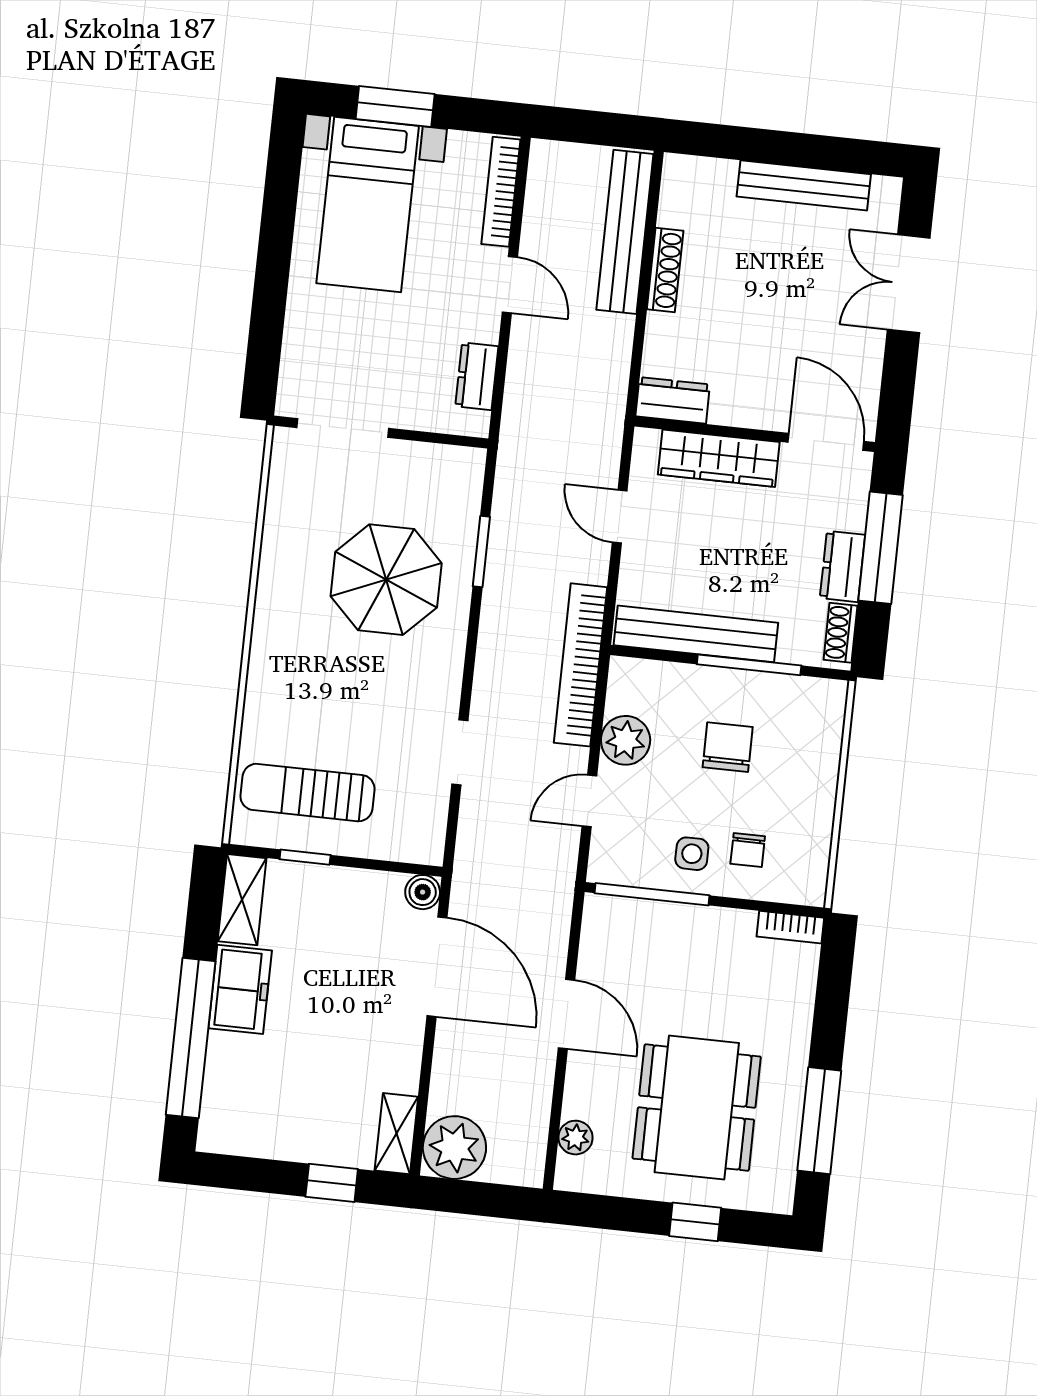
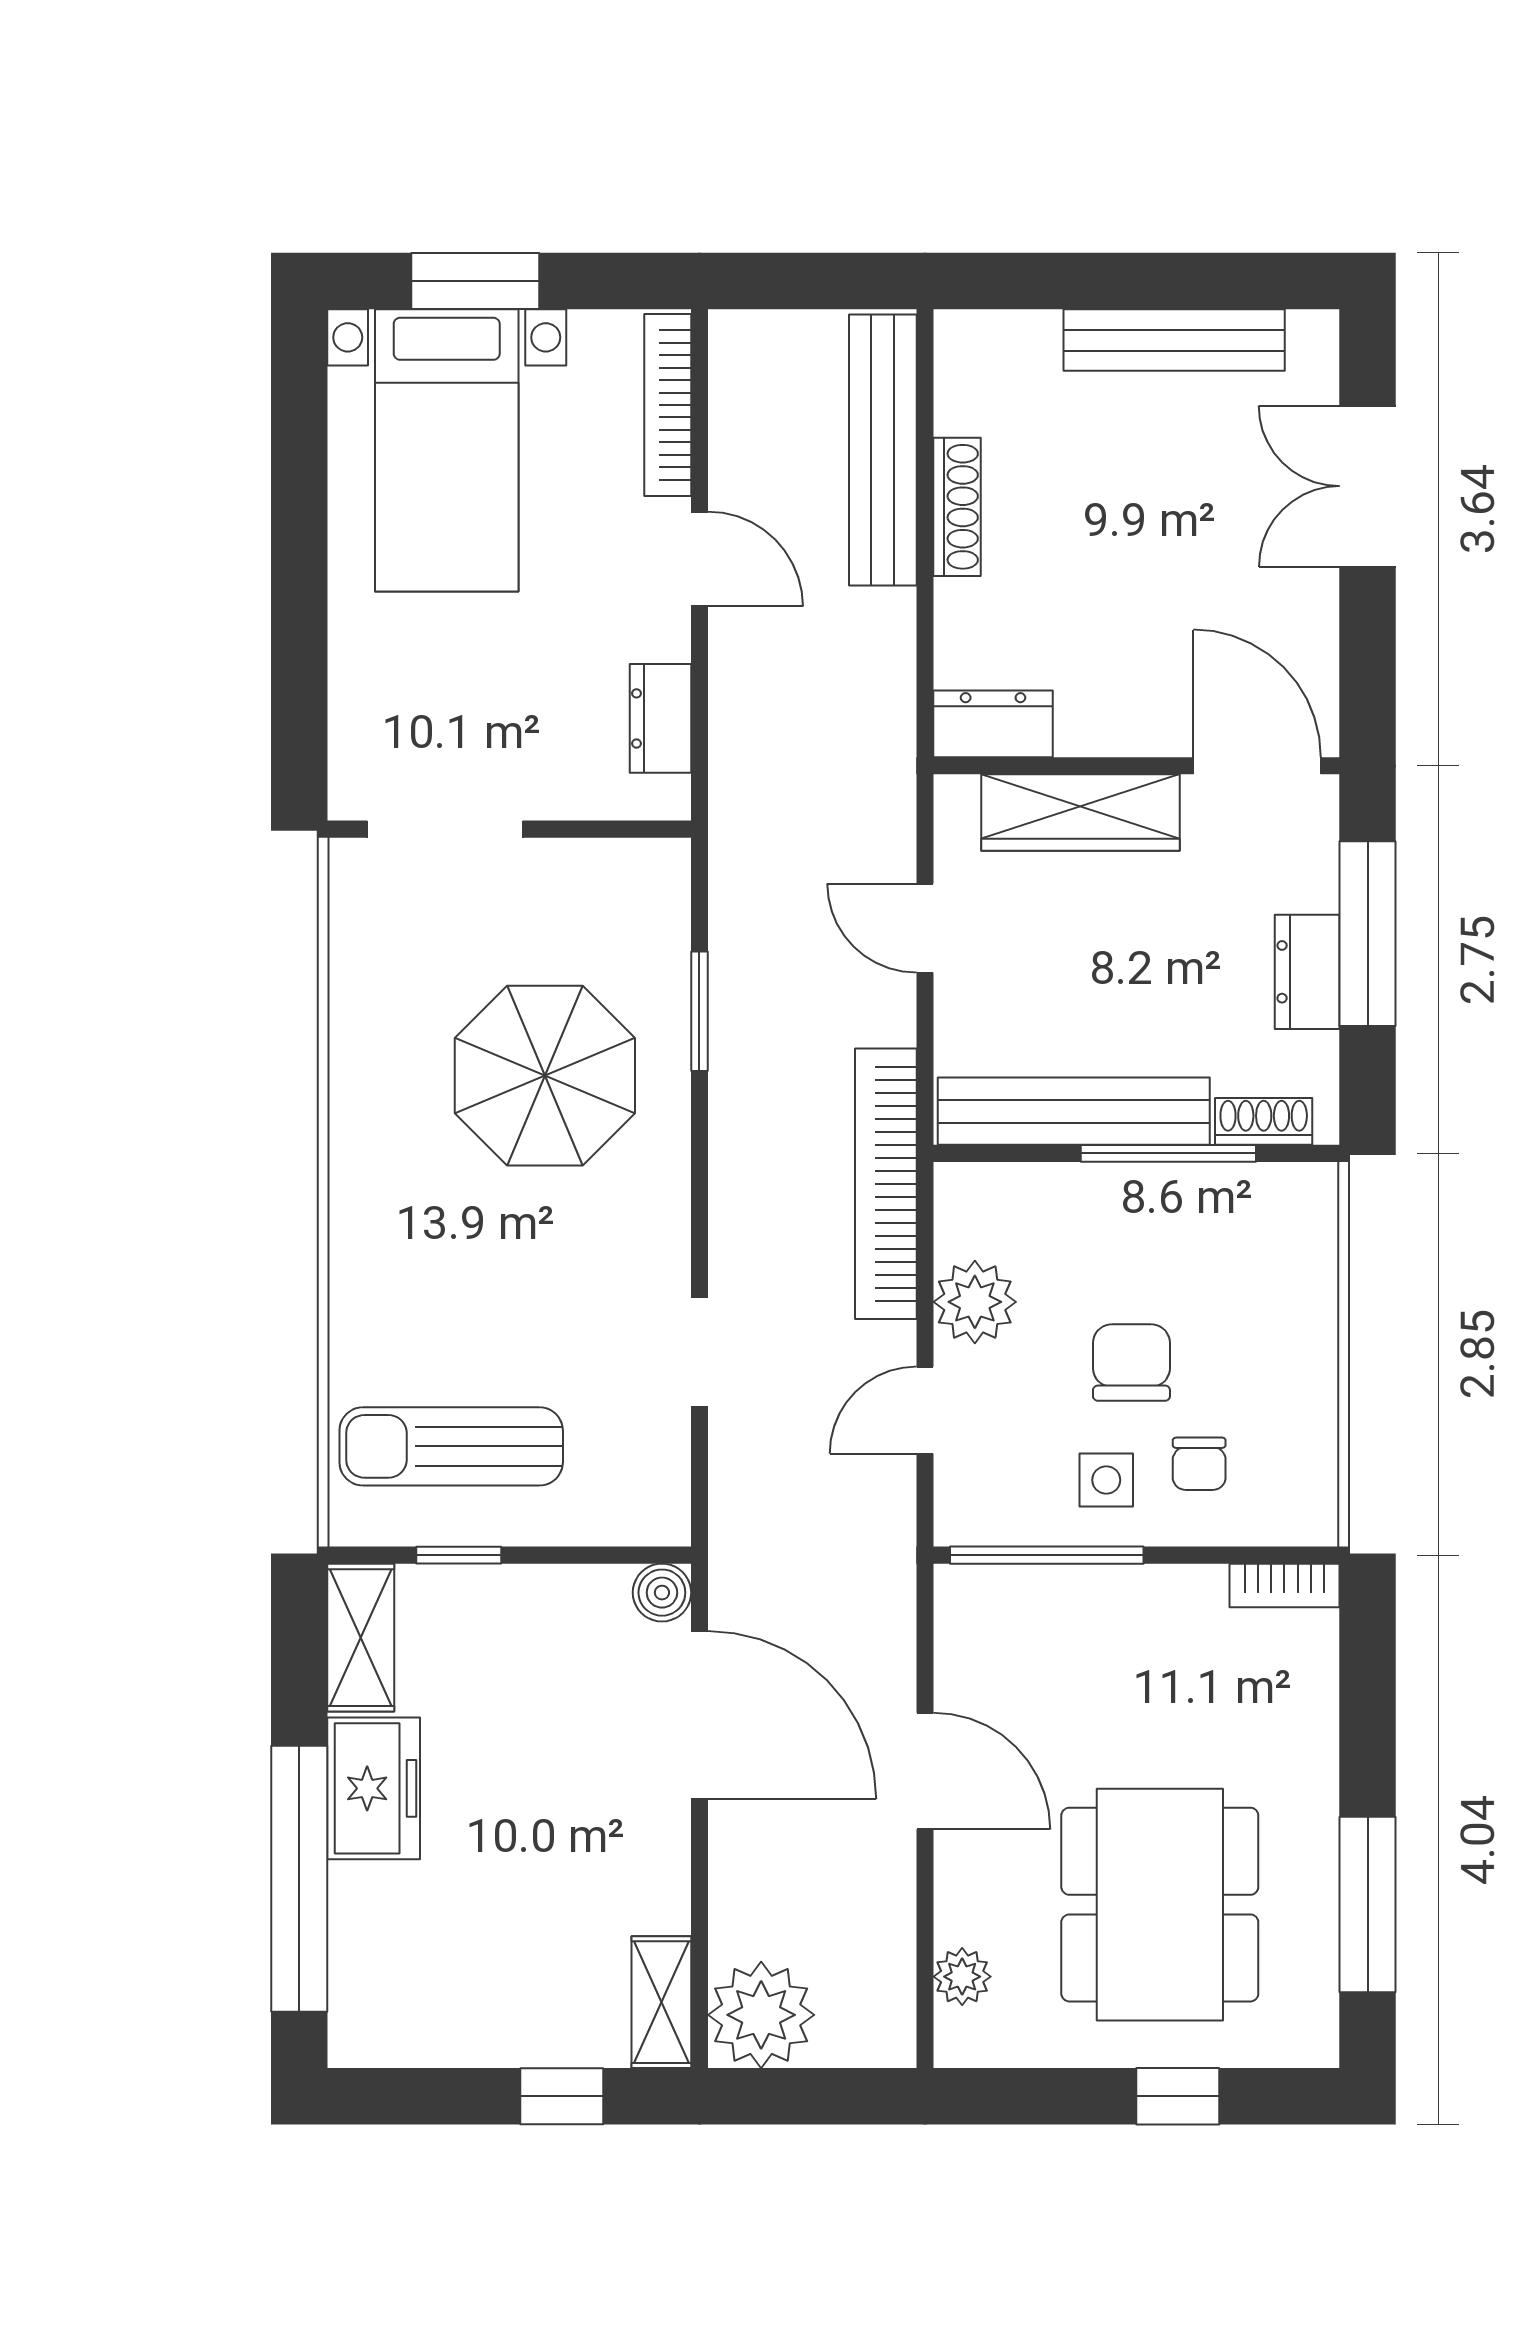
shoe rack: (841, 633) -> (1264, 1121), moved, turned 90
chair: (728, 747) -> (1131, 1362), moved

